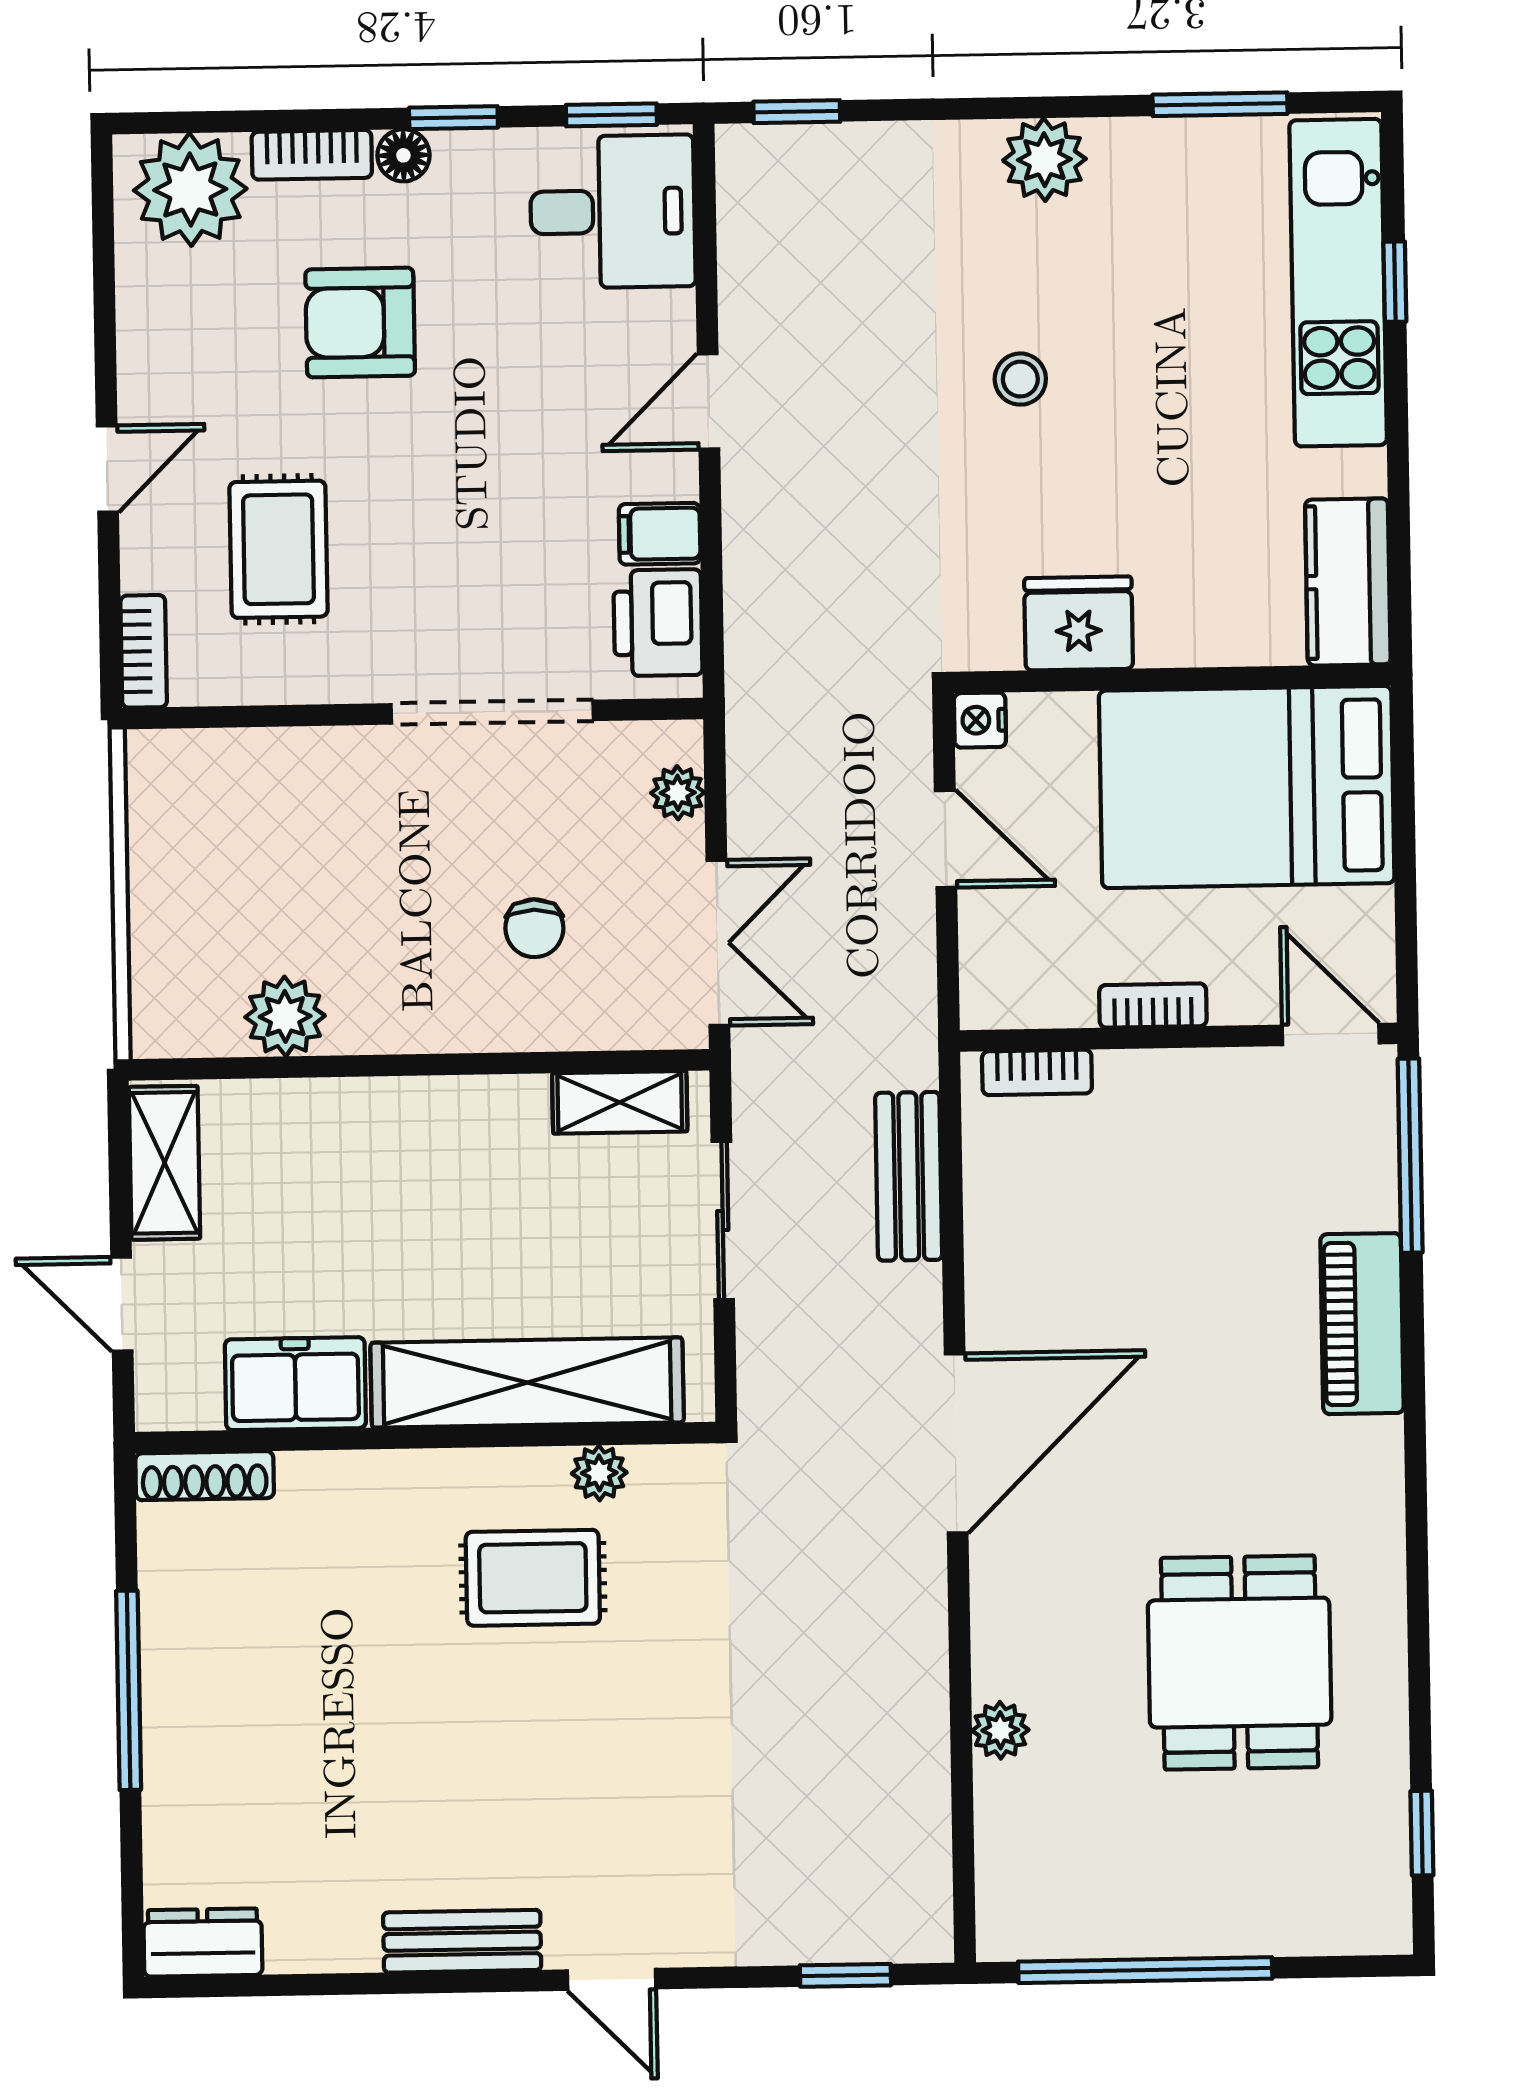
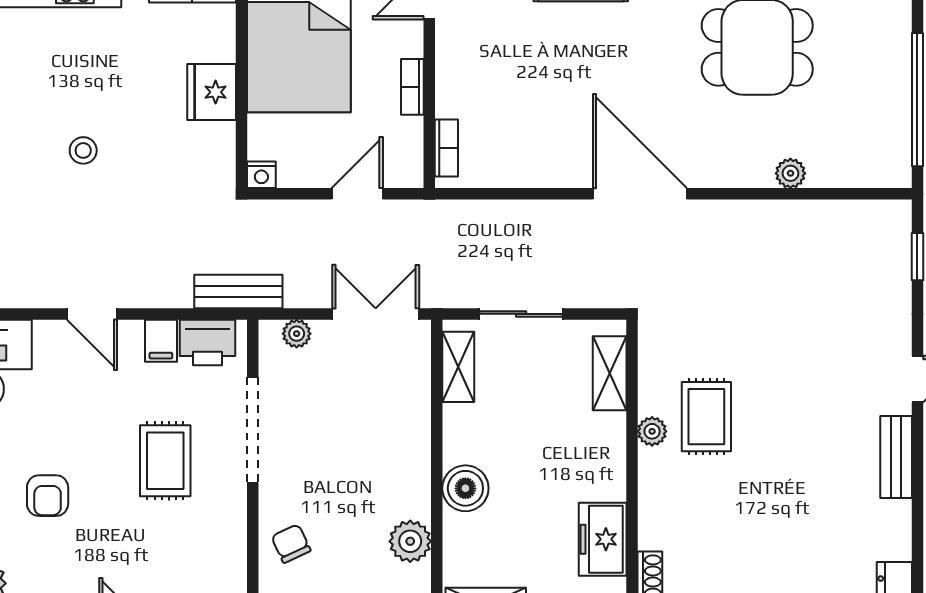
armchair: (360, 323) -> (48, 496), width x0.72, depth x0.72
rug: (278, 549) -> (165, 461), moved, turned 90
fridge: (1079, 623) -> (212, 92), moved
door: (946, 839) -> (357, 194), moved
chair: (534, 928) -> (291, 544), moved, turned -115
boiler: (388, 1120) -> (465, 488), added
bench: (909, 1176) -> (238, 292), moved
shelving: (527, 1383) -> (610, 373), width x0.45, depth x0.75
plant: (599, 1473) -> (652, 431), moved

